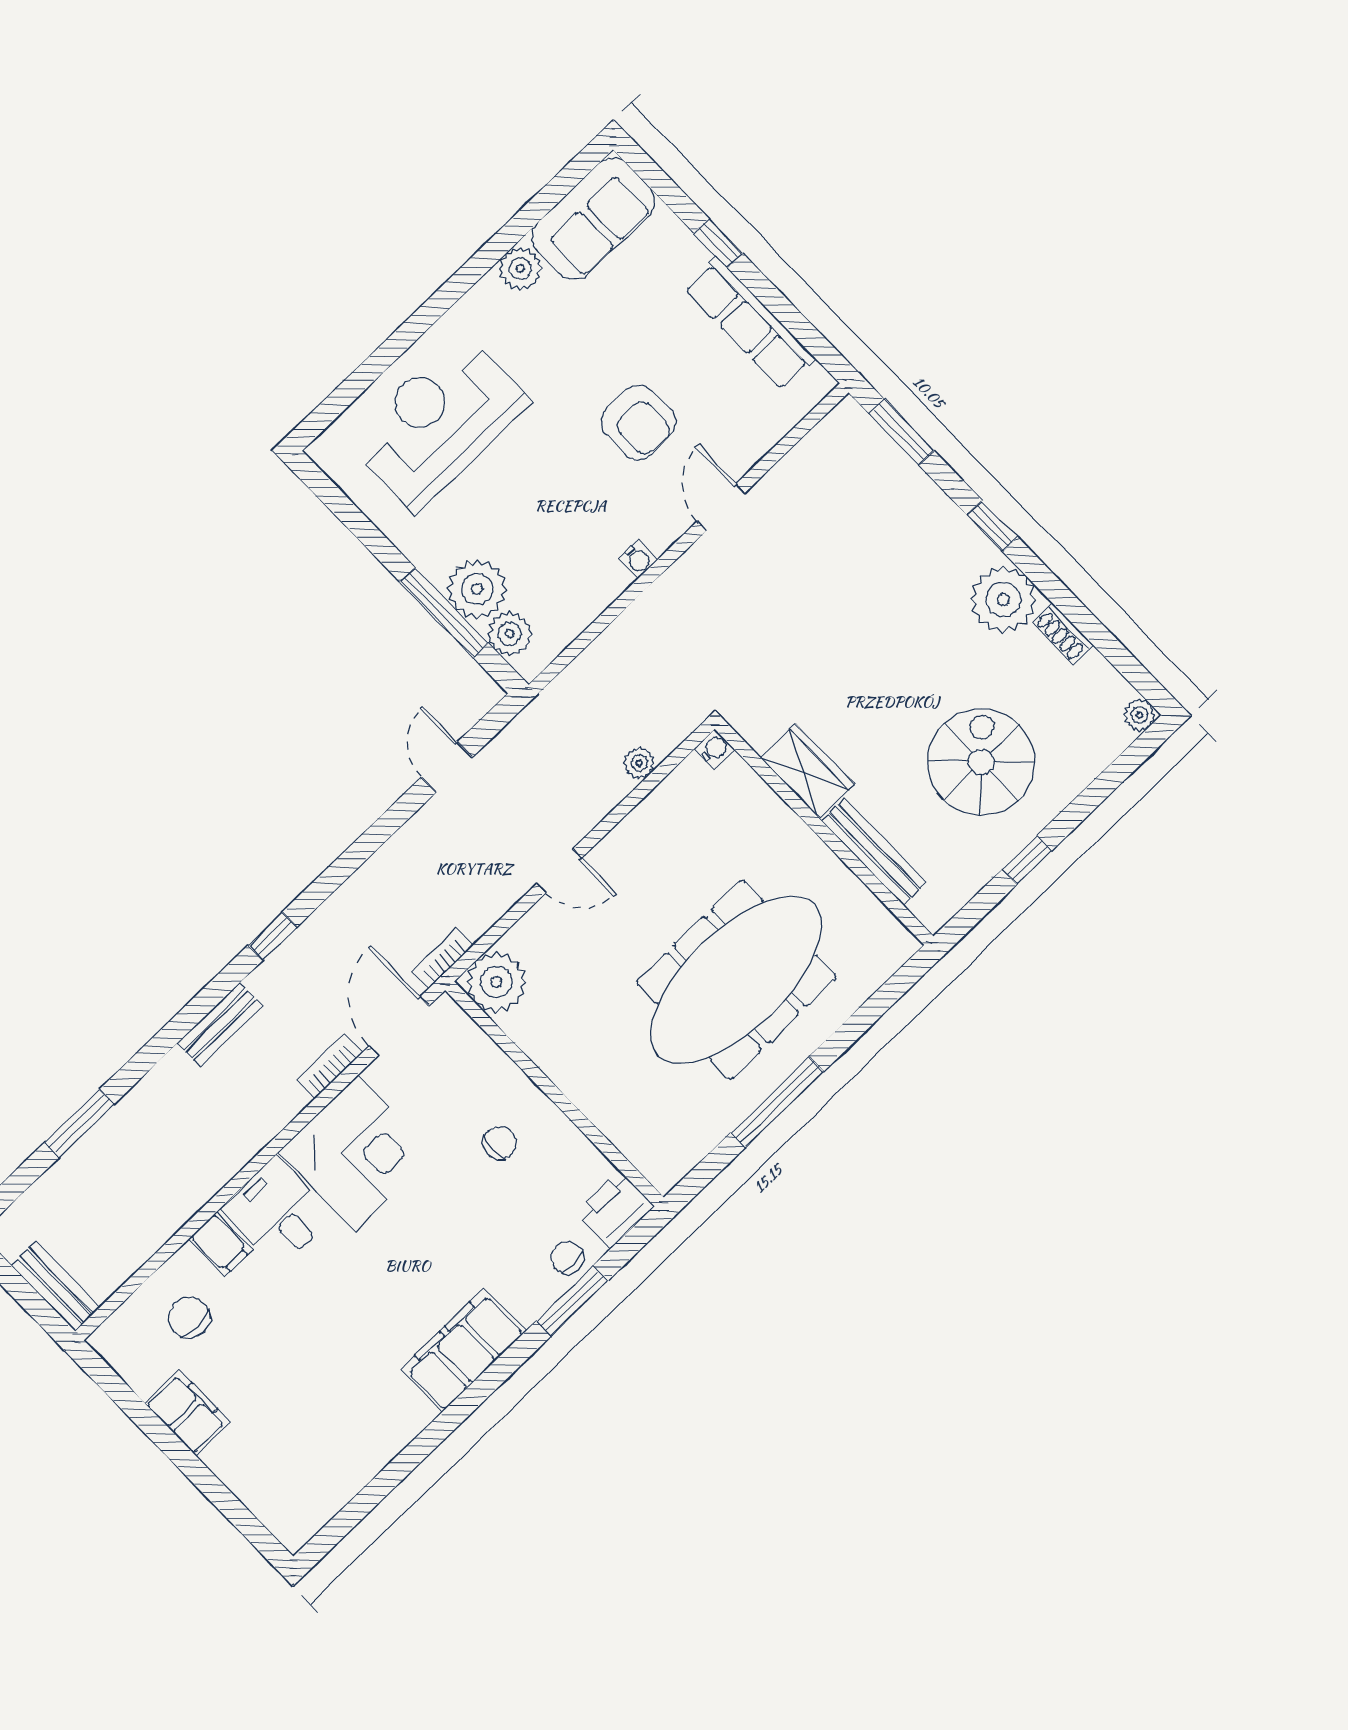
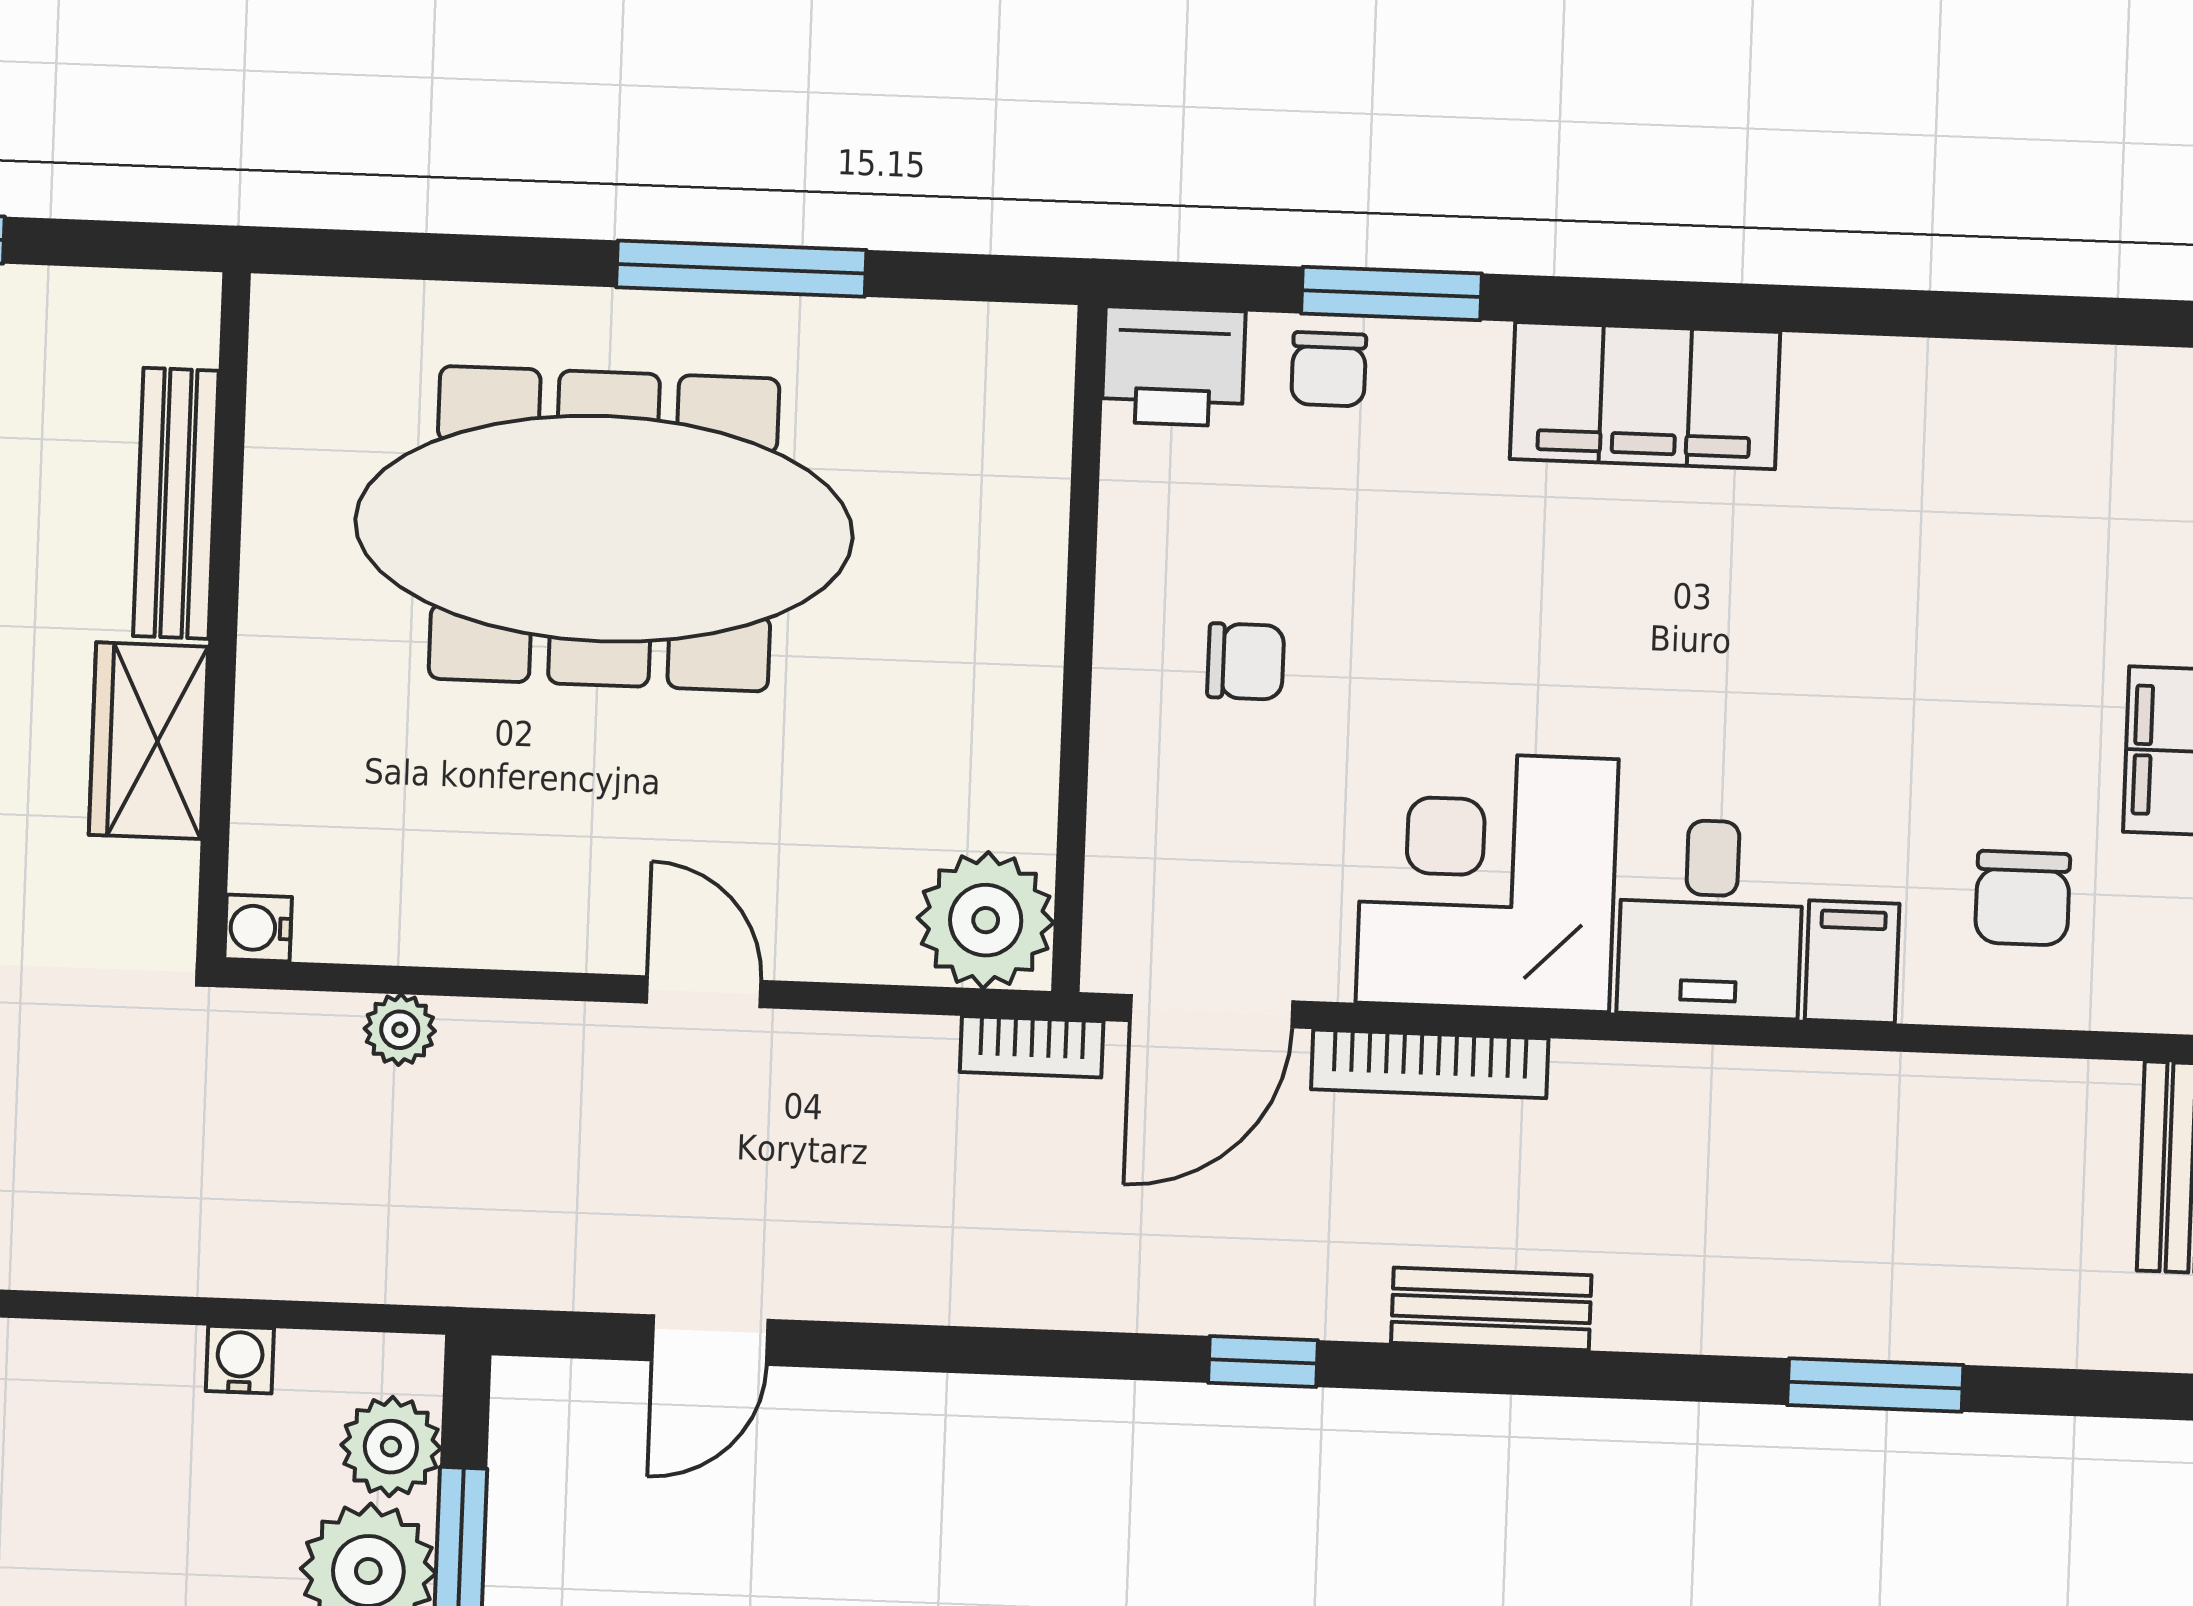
water cooler: (638, 559) -> (240, 1360), moved
bookcase: (330, 1066) -> (1430, 1064), width x1.56
chair: (500, 1143) -> (1246, 661), turned 180

